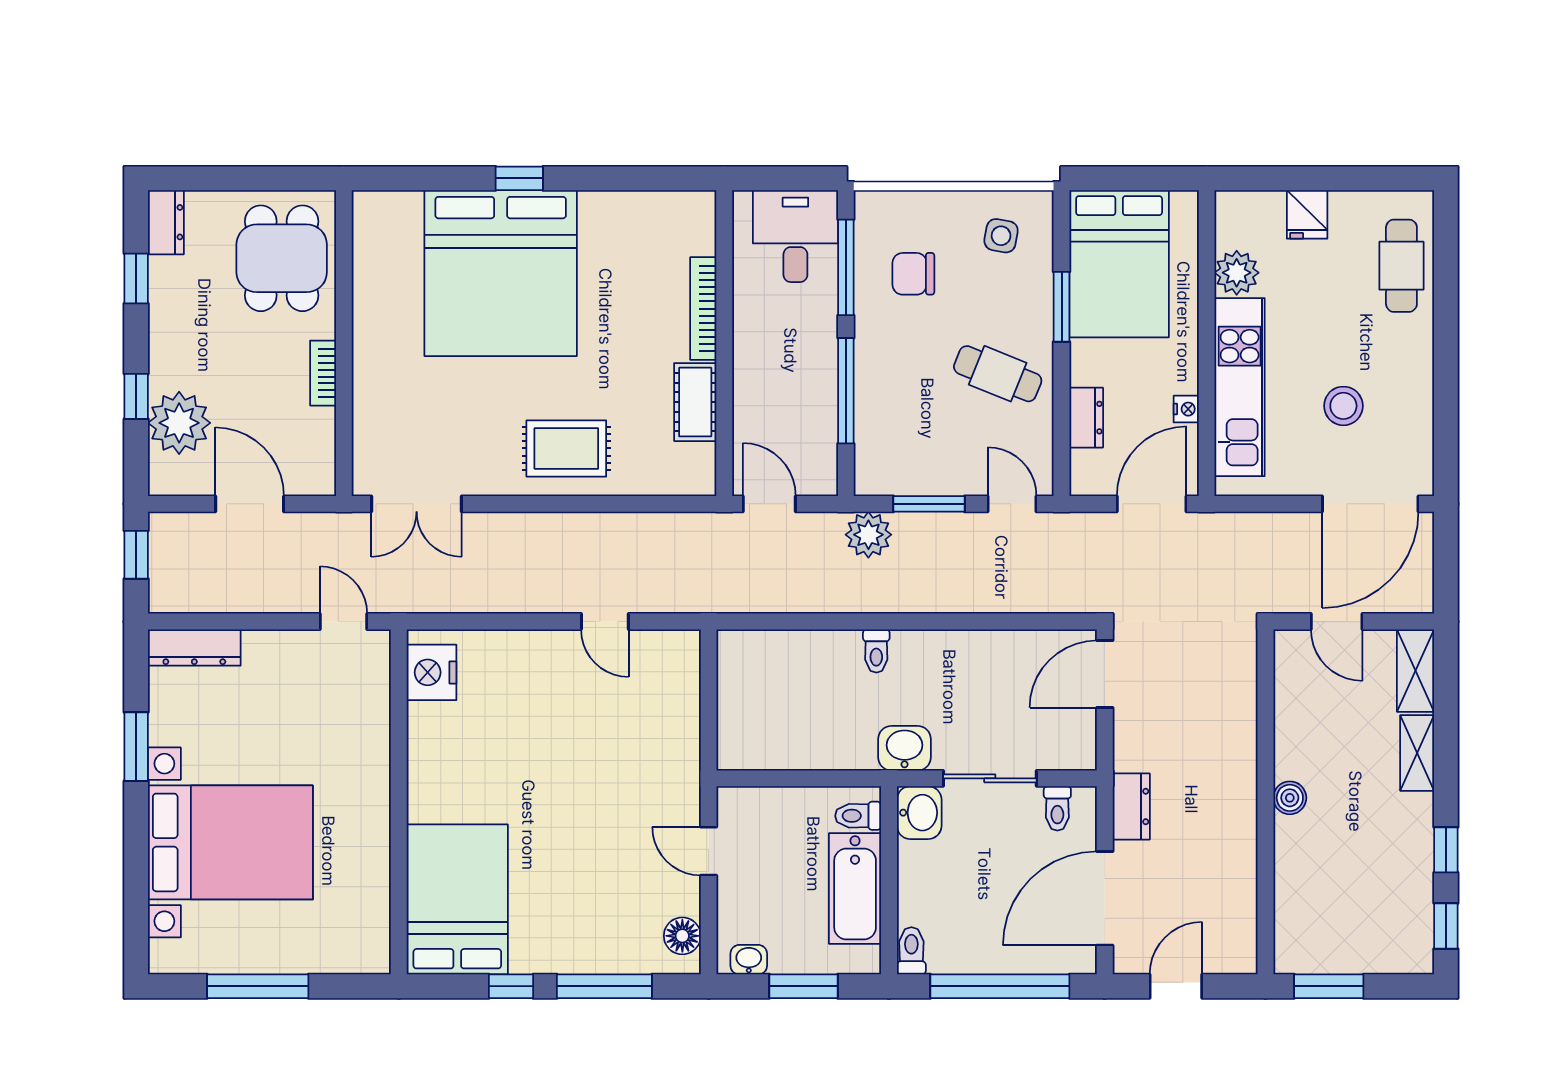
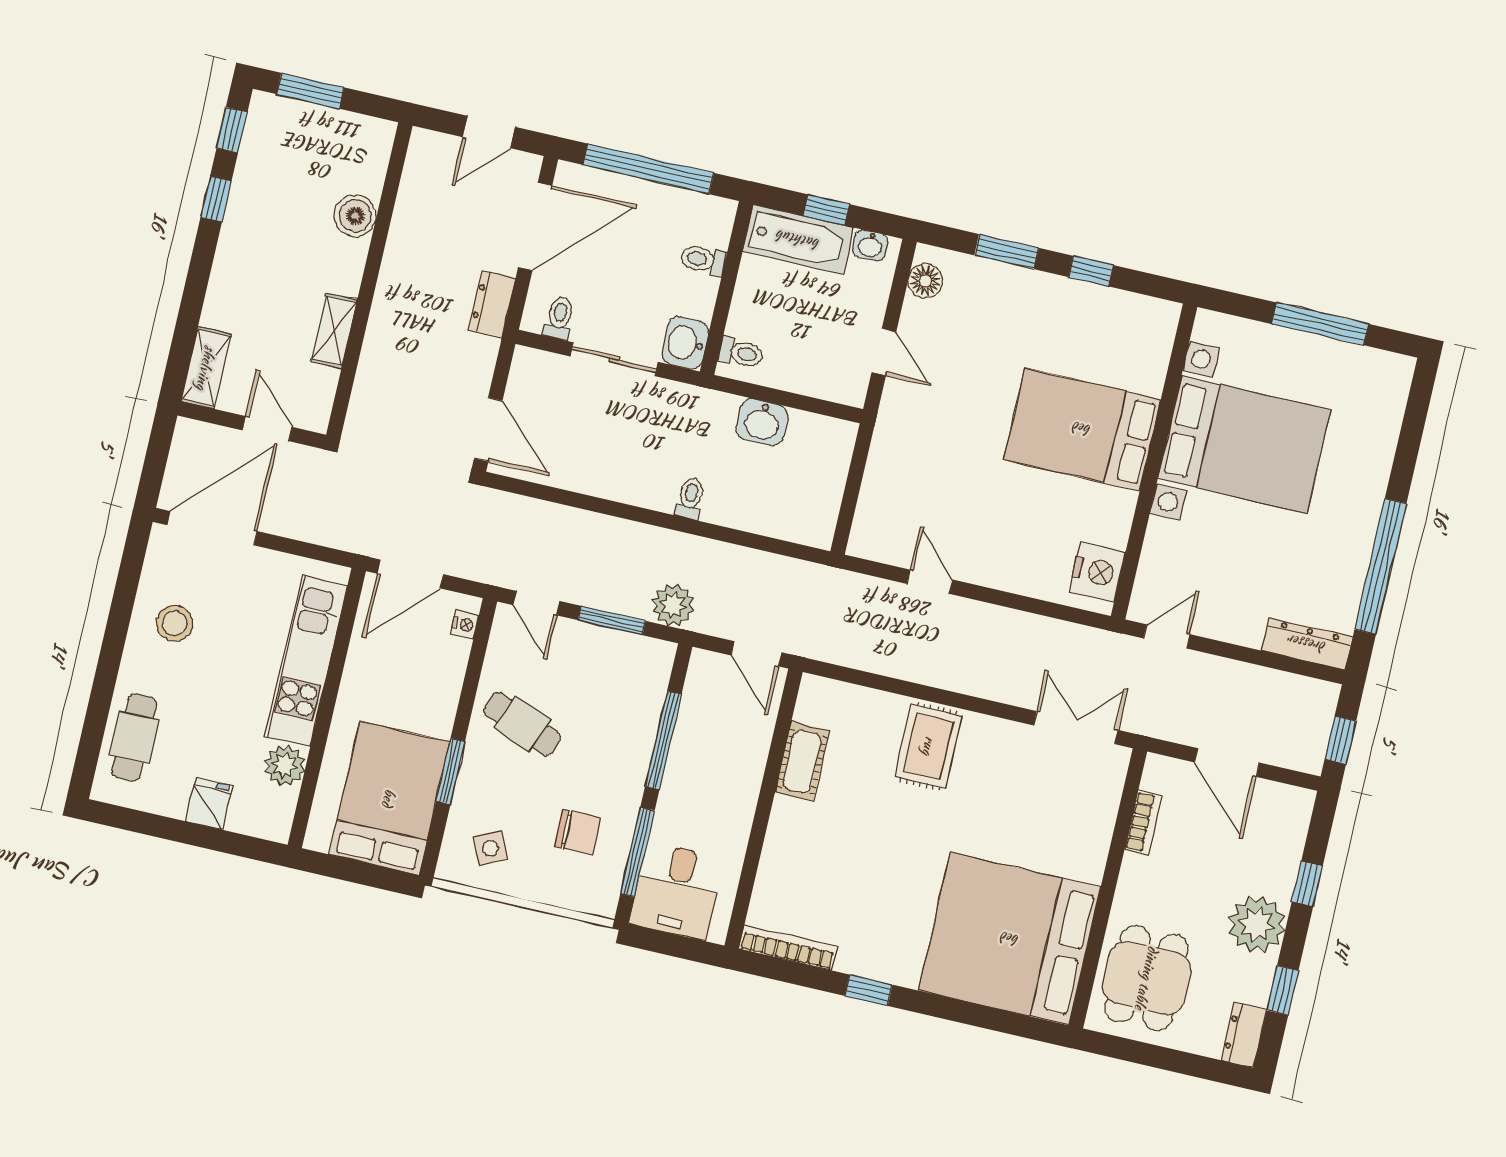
window: (519, 178) -> (869, 990), moved
side table: (1001, 236) -> (490, 848), turned -35
bed: (501, 273) -> (1010, 939), moved, turned -90
bookcase: (703, 309) -> (788, 948), moved, turned -90
bookcase: (323, 373) -> (1143, 822), moved
stool: (1343, 406) -> (175, 623), moved
nightstand: (1186, 409) -> (465, 625), moved, turned 180
dresser: (1086, 418) -> (451, 666), removed
plant: (179, 423) -> (1257, 924), moved
rug: (566, 448) -> (929, 746), turned 90
door: (343, 622) -> (1167, 636), swing flipped
door: (1105, 674) -> (488, 430), hinge flipped
window: (136, 747) -> (1380, 566), width x2.11
washbasin: (905, 748) -> (762, 422), moved
shelving: (1417, 753) -> (334, 331), moved
boiler: (1290, 798) -> (355, 216), moved, width x1.36, depth x1.36
bed with nightstands: (230, 842) -> (1244, 444), moved, turned 180
bathtub: (855, 888) -> (798, 240), moved, turned 90
bed: (457, 899) -> (1082, 429), moved, turned 90
toilet: (911, 951) -> (703, 260), moved, turned 90
window: (604, 986) -> (1007, 252), width x0.69
window: (803, 986) -> (826, 210), width x0.67
window: (1329, 986) -> (310, 91), moved

